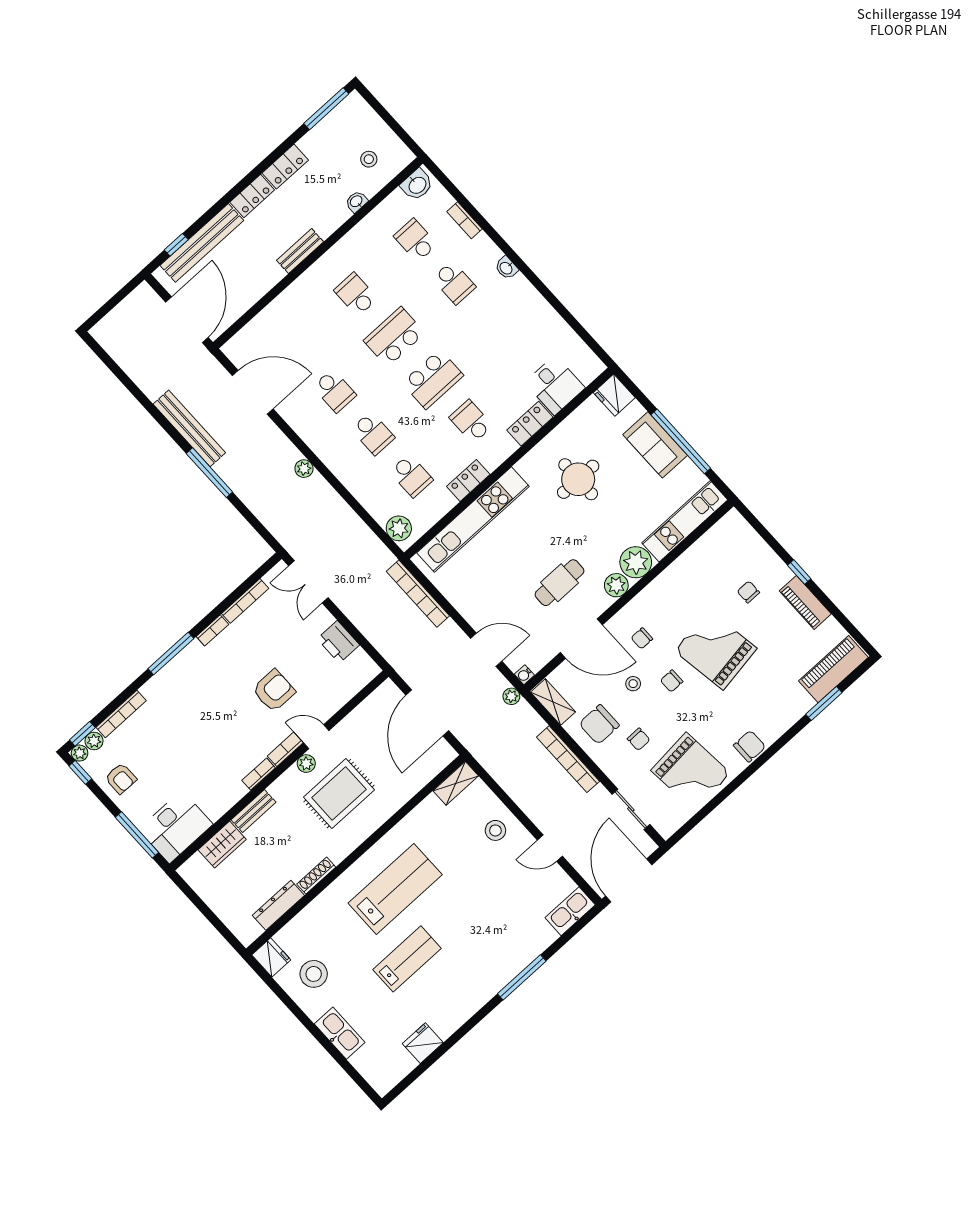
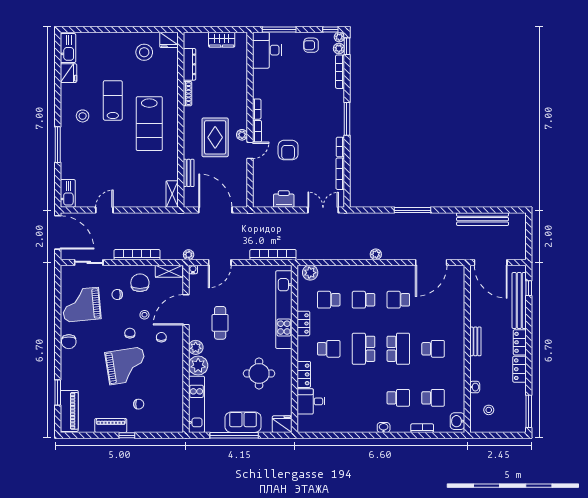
school desk: (454, 283) -> (398, 398), turned 180
bench: (189, 428) -> (483, 219), moved
bench: (254, 811) -> (189, 173), moved
stool: (495, 830) -> (83, 116), moved
wardrobe: (222, 845) -> (222, 40), moved, turned -90
lab bench: (407, 959) -> (113, 100), turned 180
kitchen sink: (340, 1033) -> (68, 48), moved, turned -90

